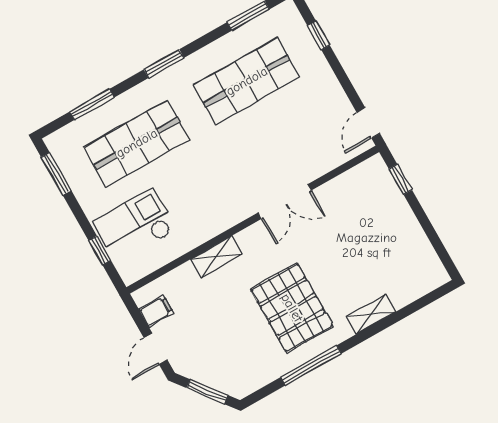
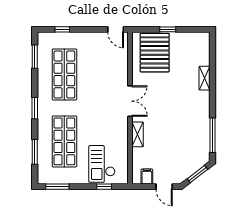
window: (400, 179) -> (168, 29), moved
double door: (285, 202) -> (130, 101), moved
pallet: (292, 308) -> (155, 53), moved, turned 90
window: (311, 365) -> (212, 135), moved

